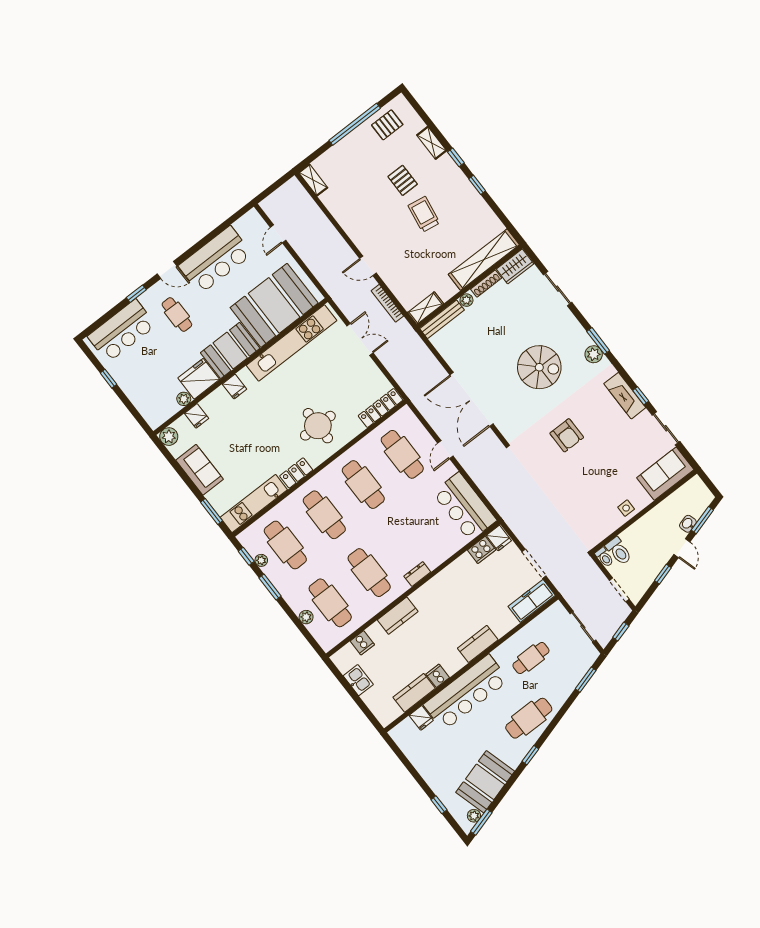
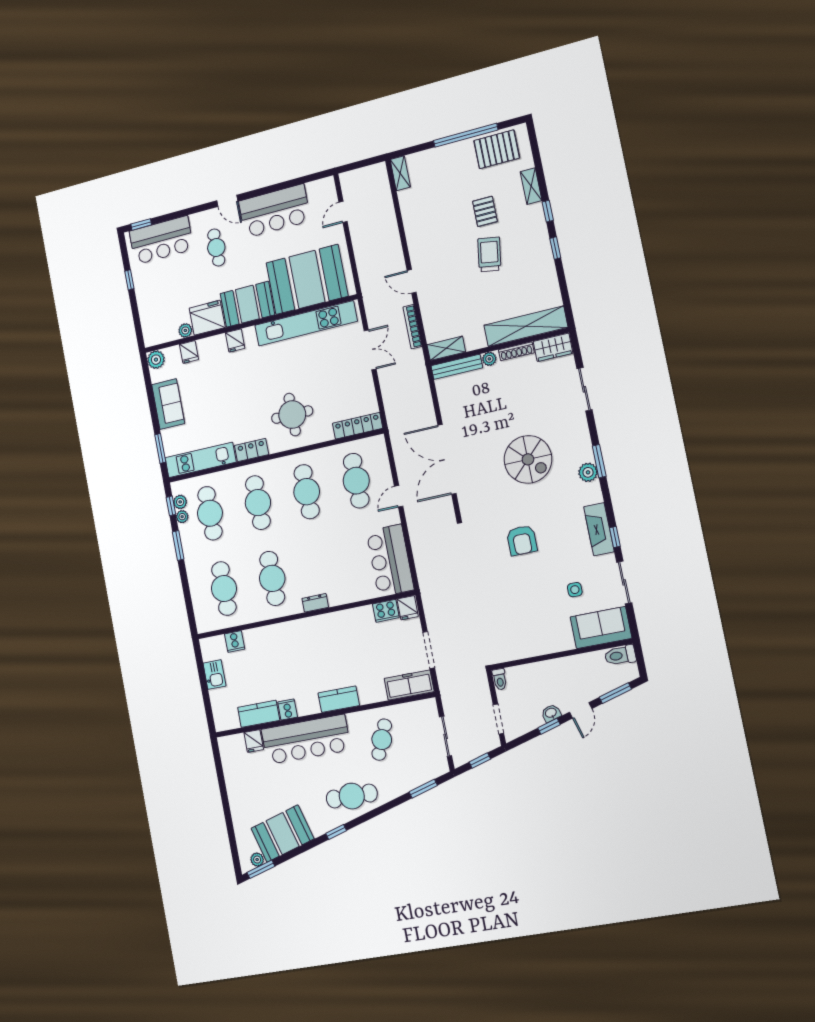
pallet: (387, 125) -> (497, 149), width x1.50, depth x1.42
window: (136, 294) -> (141, 224), moved
side table: (626, 508) -> (575, 590), moved
washbasin: (688, 524) -> (551, 713), moved
toilet: (619, 551) -> (620, 655), moved, turned 90
kitchen counter: (398, 616) -> (279, 633), removed
plant: (306, 617) -> (180, 502), moved
cafe table: (531, 658) -> (382, 740), turned -67
window: (439, 805) -> (231, 831), removed

